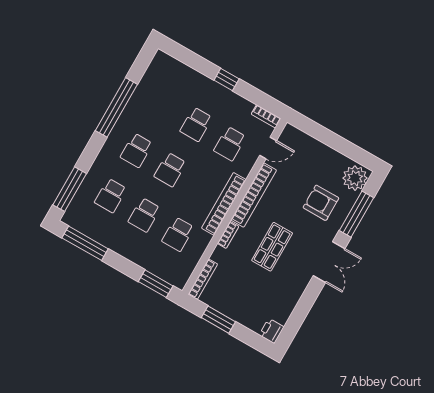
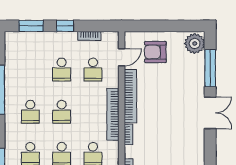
window: (190, 59) -> (31, 26), added
bookcase: (266, 116) -> (89, 36), moved
armchair: (321, 203) -> (155, 52), moved
shop shelf: (272, 247) -> (164, 125), removed

